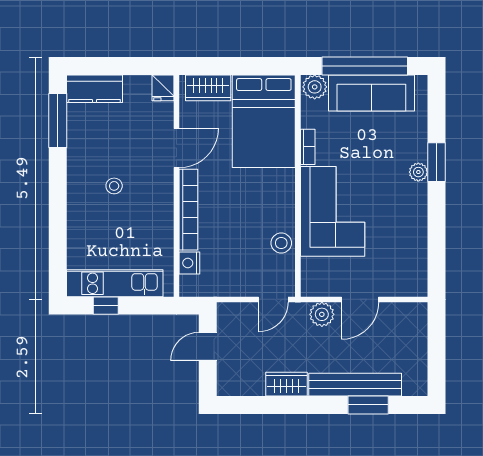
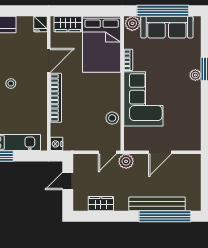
nightstand: (189, 263) -> (56, 144), moved
plant: (322, 314) -> (126, 161), moved
wardrobe: (286, 384) -> (101, 204), moved
window: (368, 405) -> (165, 216), width x2.11

